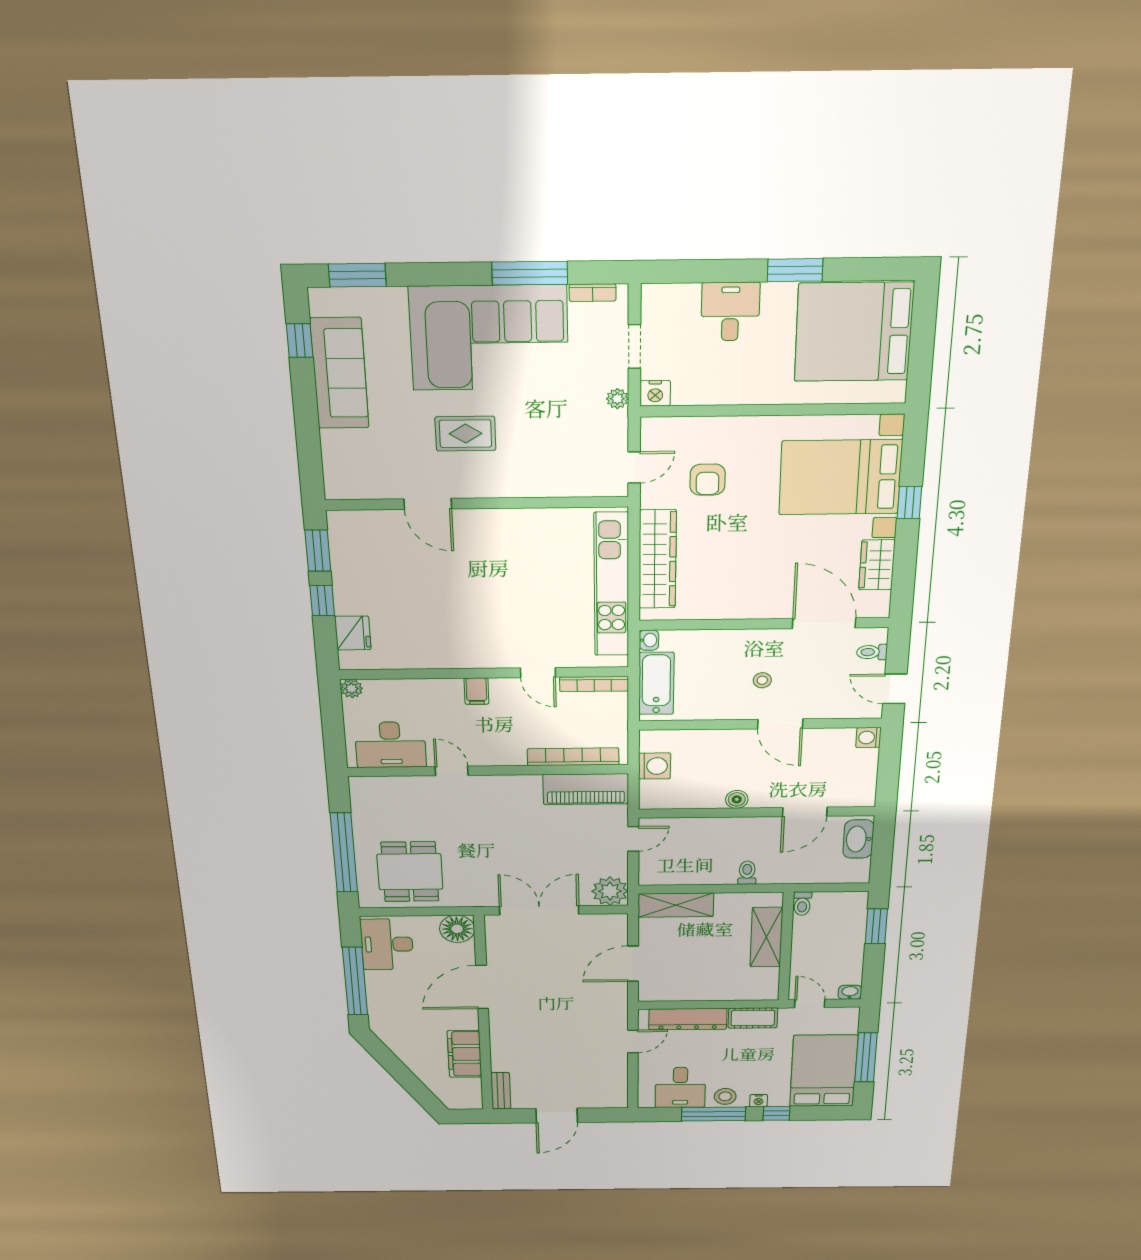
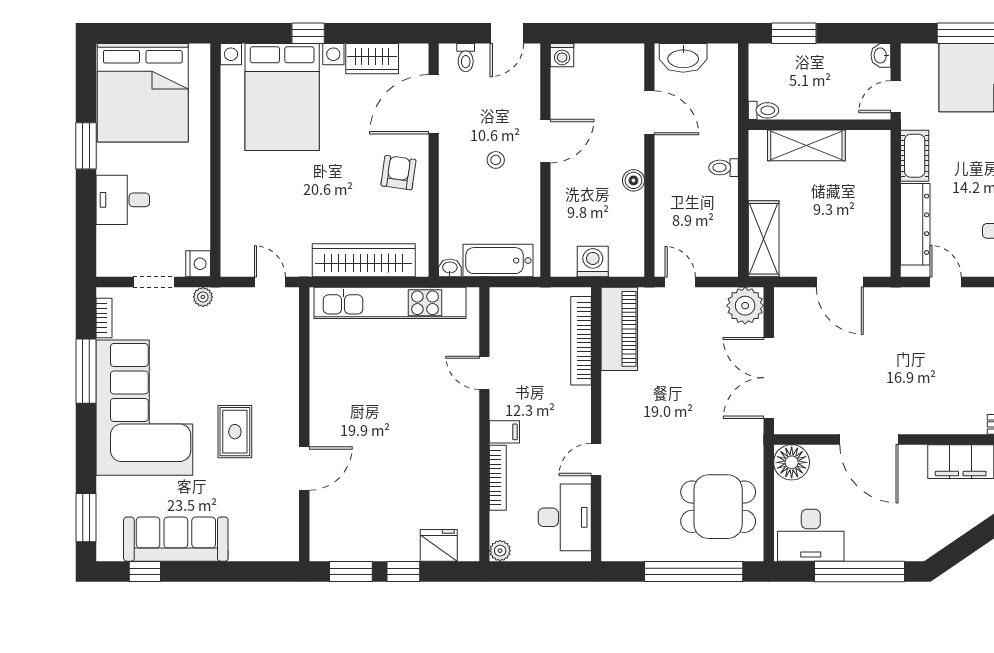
armchair: (708, 480) -> (398, 173), moved, turned -82
door: (538, 673) -> (484, 373), swing flipped
bookcase: (594, 684) -> (498, 478), moved

